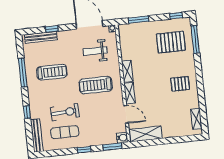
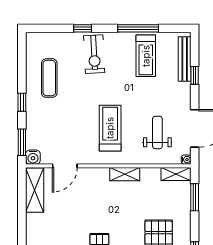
treadmill: (52, 72) -> (146, 56), moved
shelving: (130, 93) -> (176, 174), moved
exercise bike: (65, 112) -> (94, 54), moved
bench: (37, 135) -> (49, 39), removed

